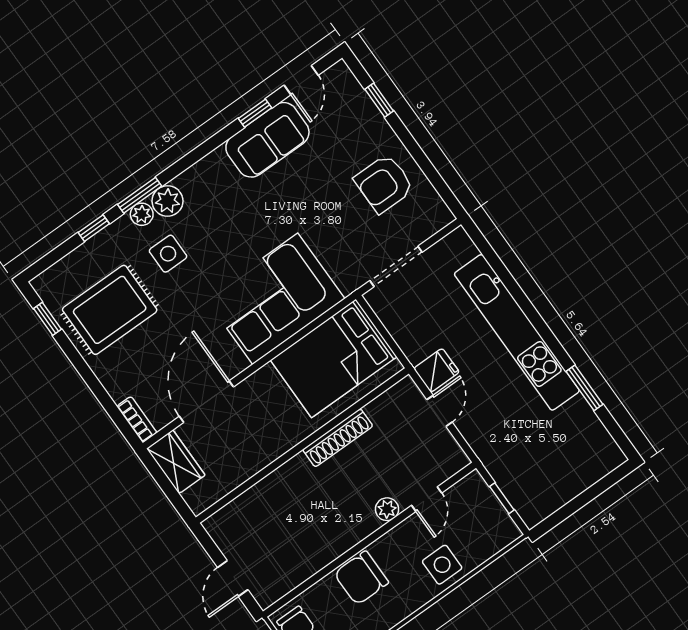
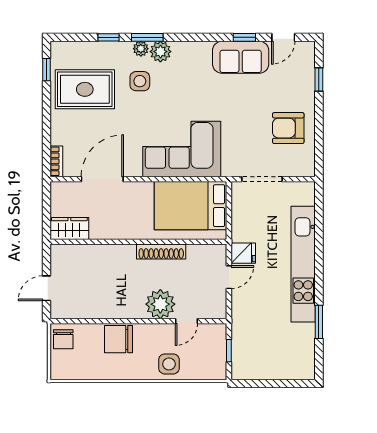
wardrobe: (176, 462) -> (69, 228), moved, turned -90
plant: (387, 509) -> (160, 304), width x1.87, depth x1.87

